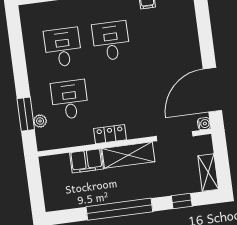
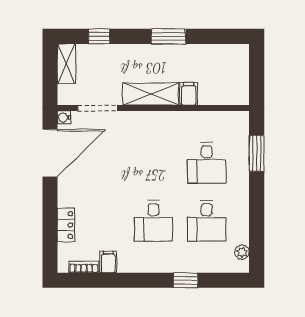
plant: (40, 121) -> (242, 252), moved
locker: (110, 134) -> (66, 225), moved, turned -90
filing cabinet: (86, 161) -> (189, 94), width x0.50
window: (119, 209) -> (168, 36), width x0.47

